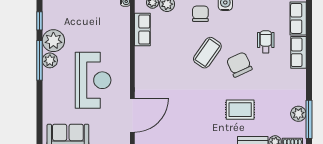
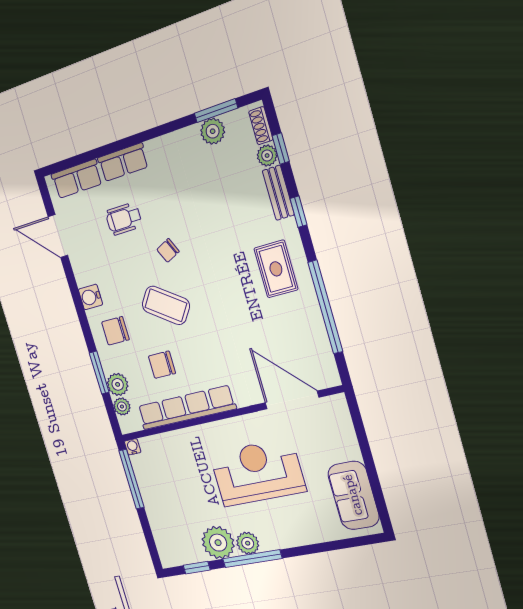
row of seats: (142, 30) -> (186, 408), width x2.02
chair: (172, 38) -> (162, 365), added
chair: (239, 65) -> (168, 250), width x0.54, depth x0.54
rug: (240, 110) -> (276, 269), moved
window: (309, 119) -> (216, 111), width x0.69

